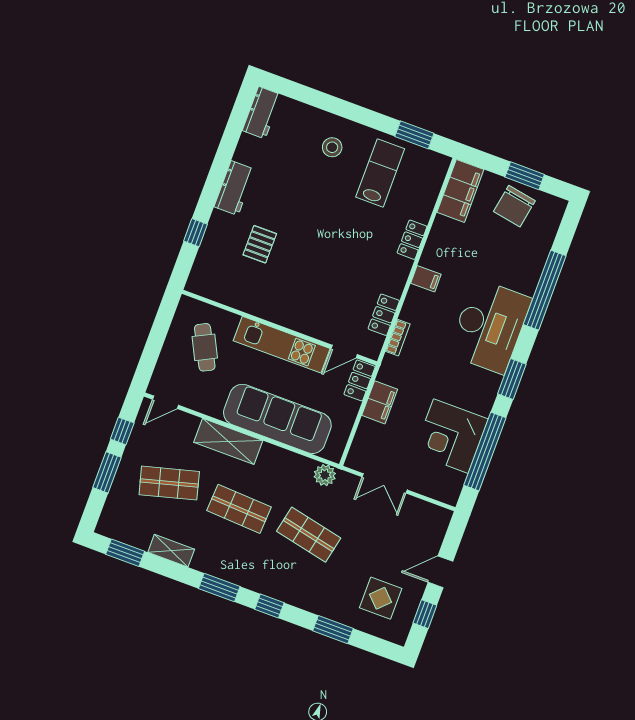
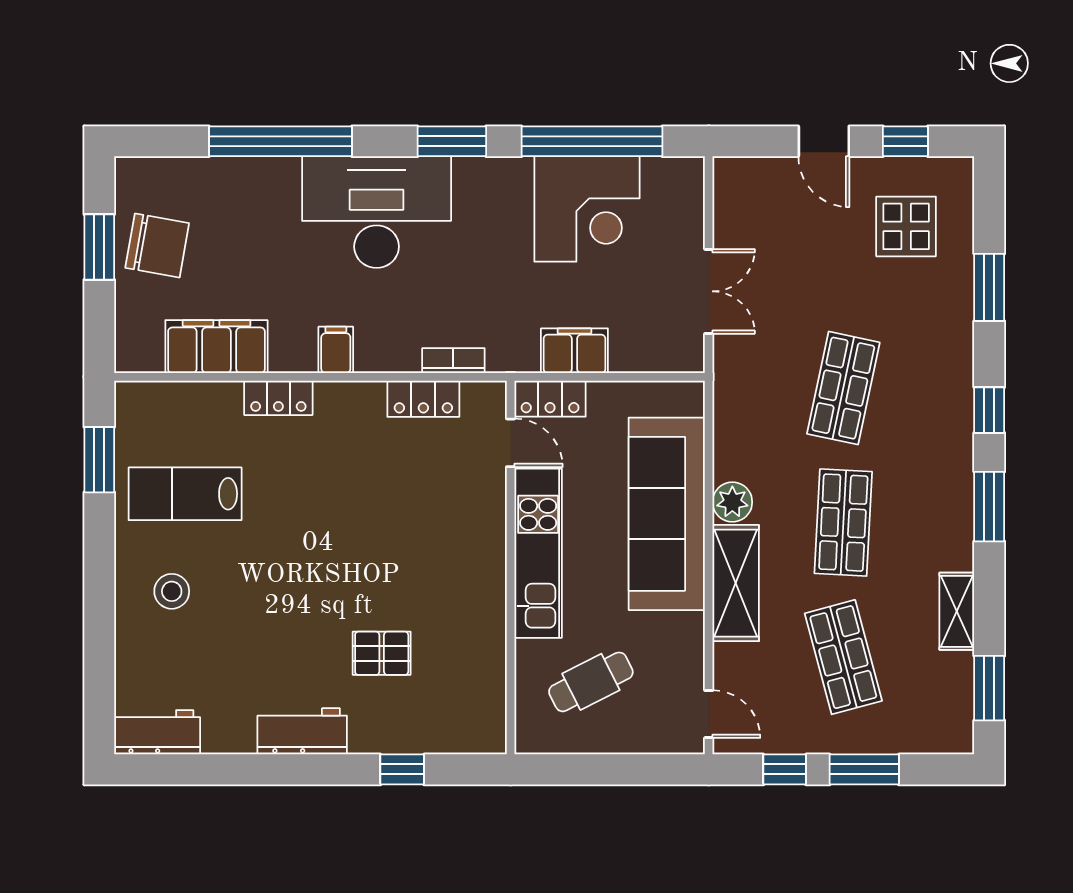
filing cabinet: (460, 191) -> (216, 347), moved
plant: (325, 475) -> (732, 502), moved

